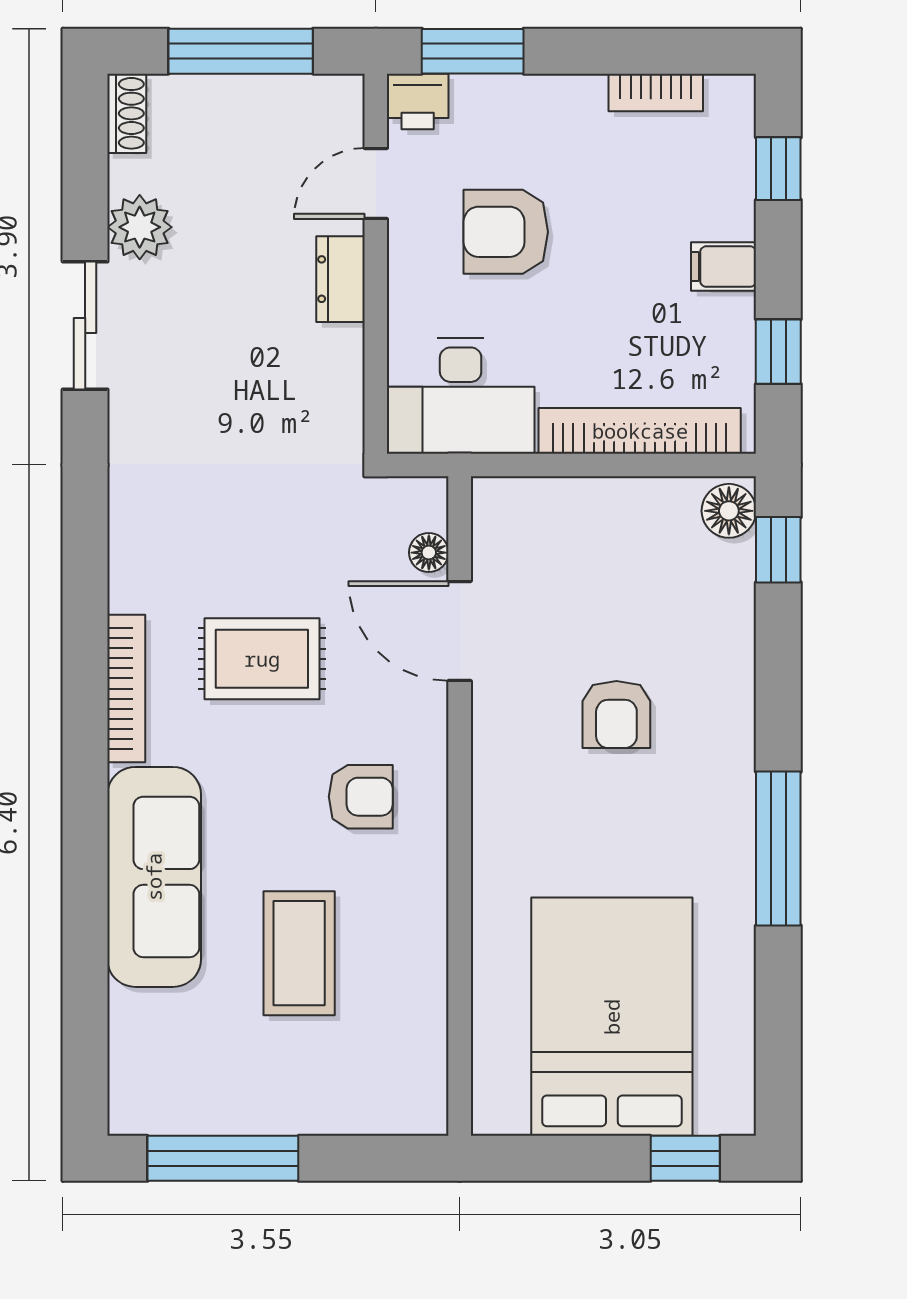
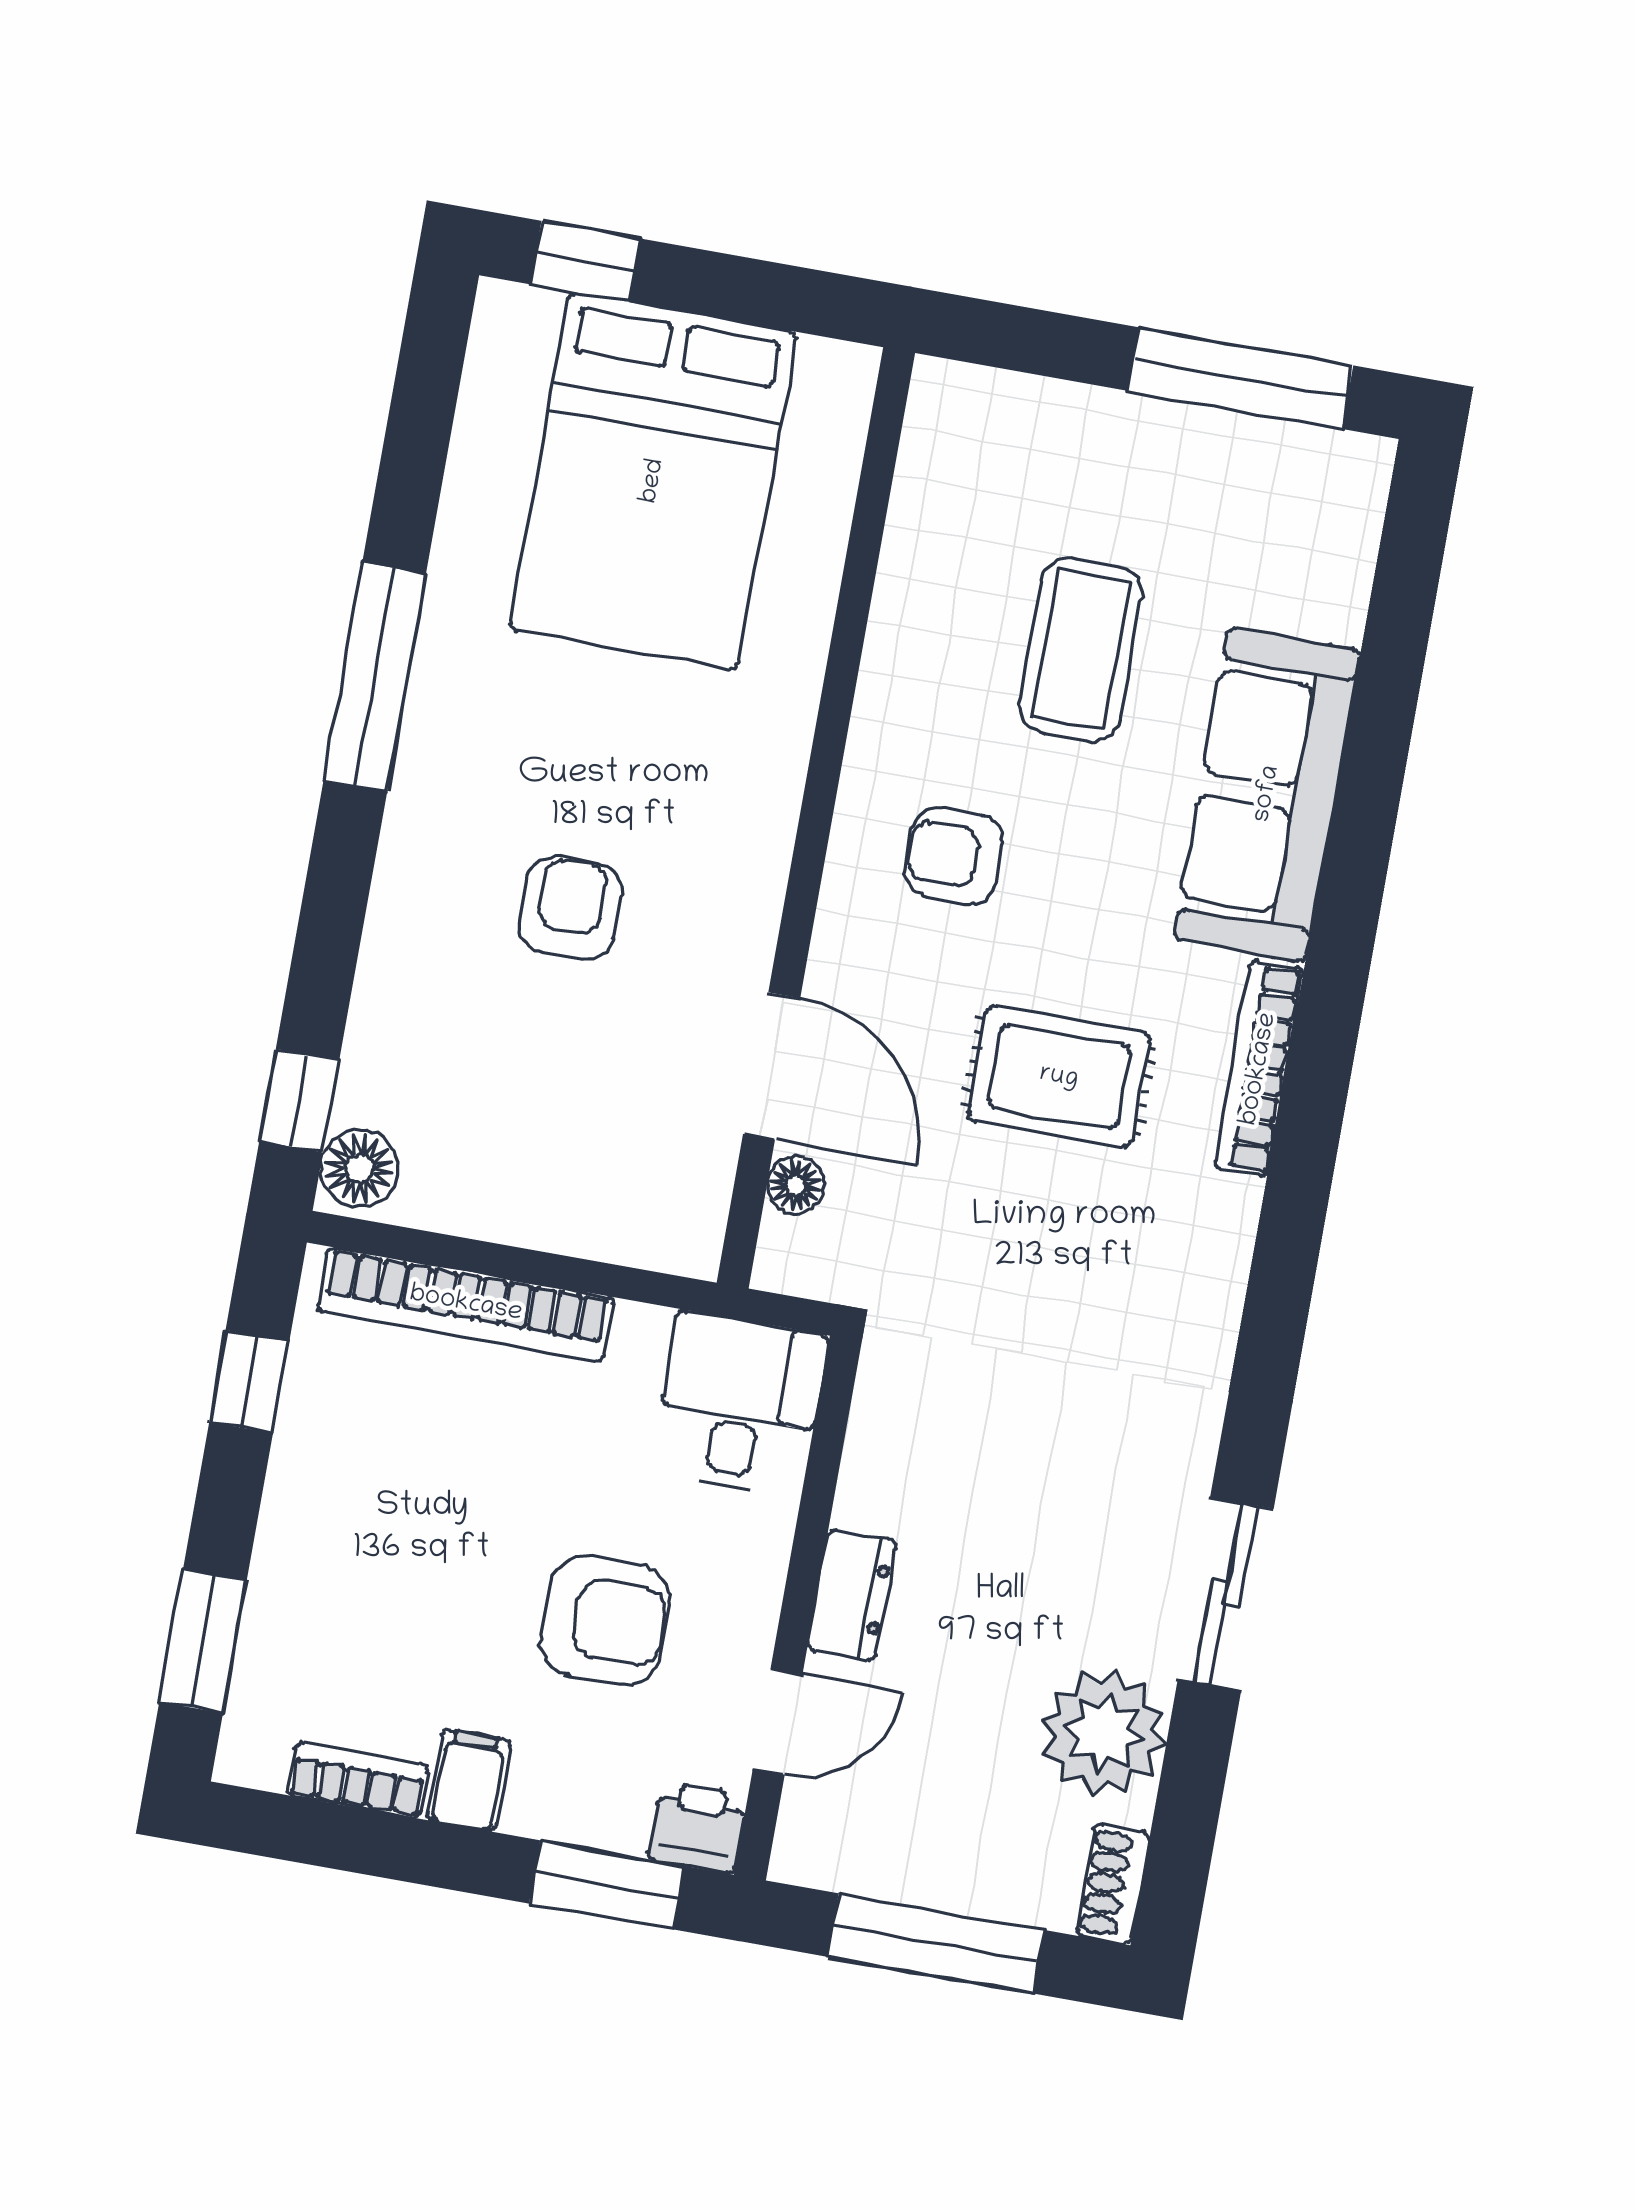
window: (778, 169) -> (203, 1641), width x1.50
plant: (140, 227) -> (1104, 1733), width x1.36, depth x1.36
filing cabinet: (724, 267) -> (469, 1780), moved, turned -90
desk: (461, 396) -> (739, 1404), width x0.73

